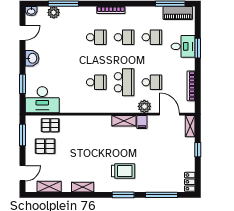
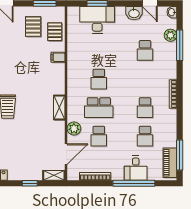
school desk: (96, 37) -> (145, 50), moved
window: (198, 48) -> (134, 183), width x2.11
washbasin: (32, 58) -> (134, 13), moved
desk: (42, 100) -> (97, 20), moved, turned 90
filing cabinet: (142, 122) -> (58, 57), moved

